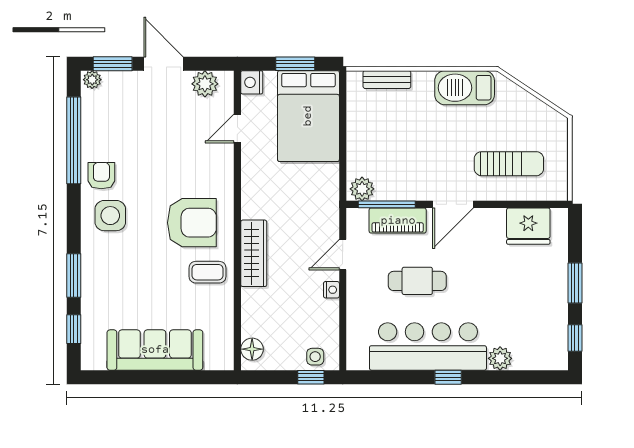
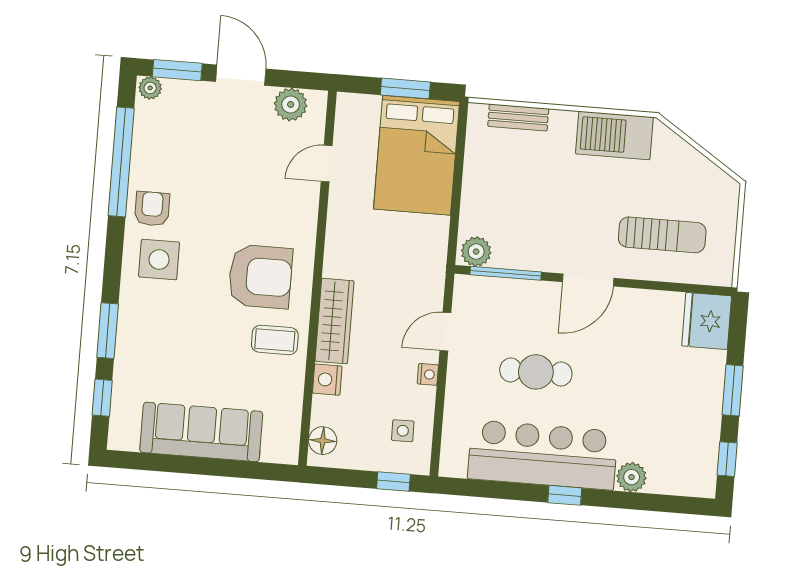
nightstand: (252, 82) -> (327, 380), moved
piano: (398, 221) -> (517, 295), removed
fridge: (528, 226) -> (707, 321), moved, turned 90
side table: (315, 357) -> (403, 431), moved

